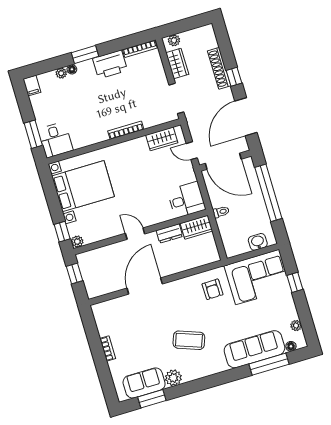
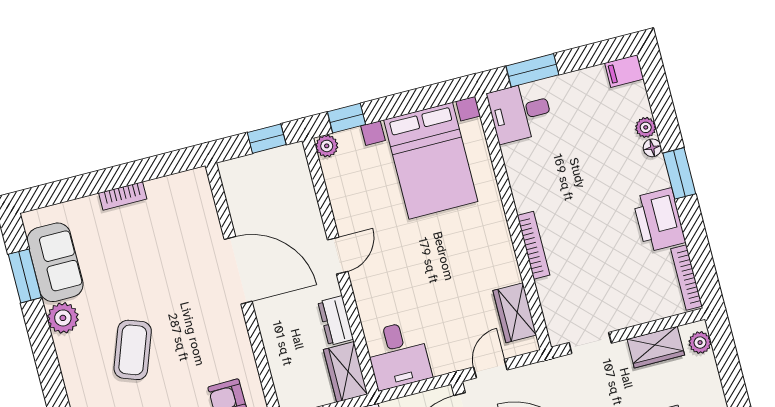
doorway: (176, 98) -> (590, 343), width x0.73

